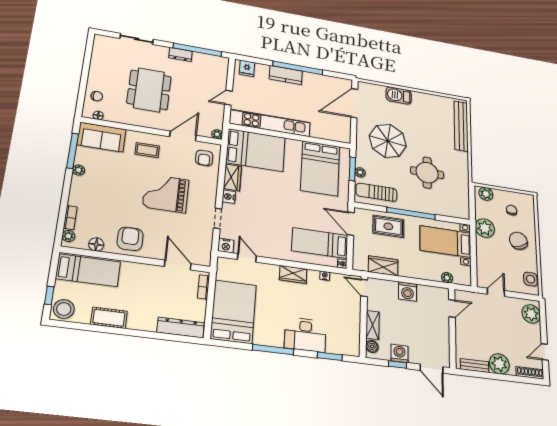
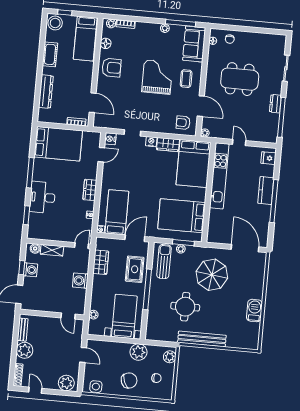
barbecue: (399, 95) -> (254, 311), moved
bench: (461, 126) -> (202, 339), moved
grand piano: (166, 193) -> (157, 77), moved
door: (178, 265) -> (93, 103), hinge flipped
dresser: (181, 327) -> (46, 92), moved

